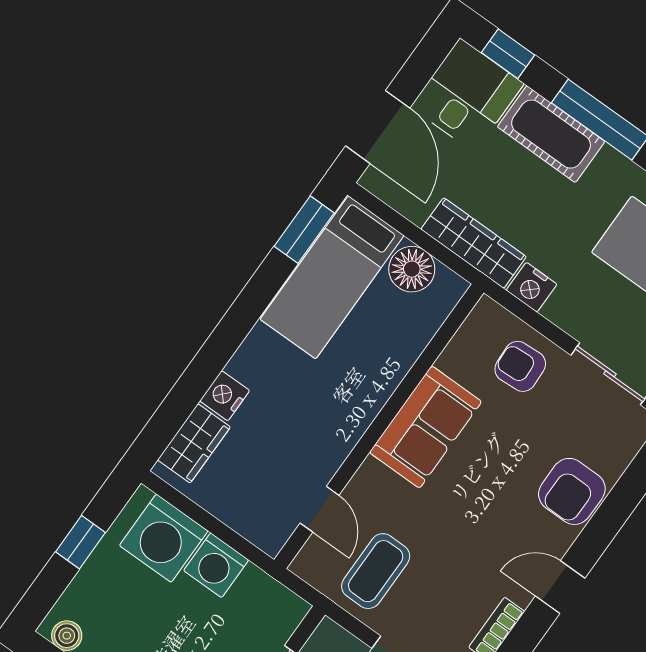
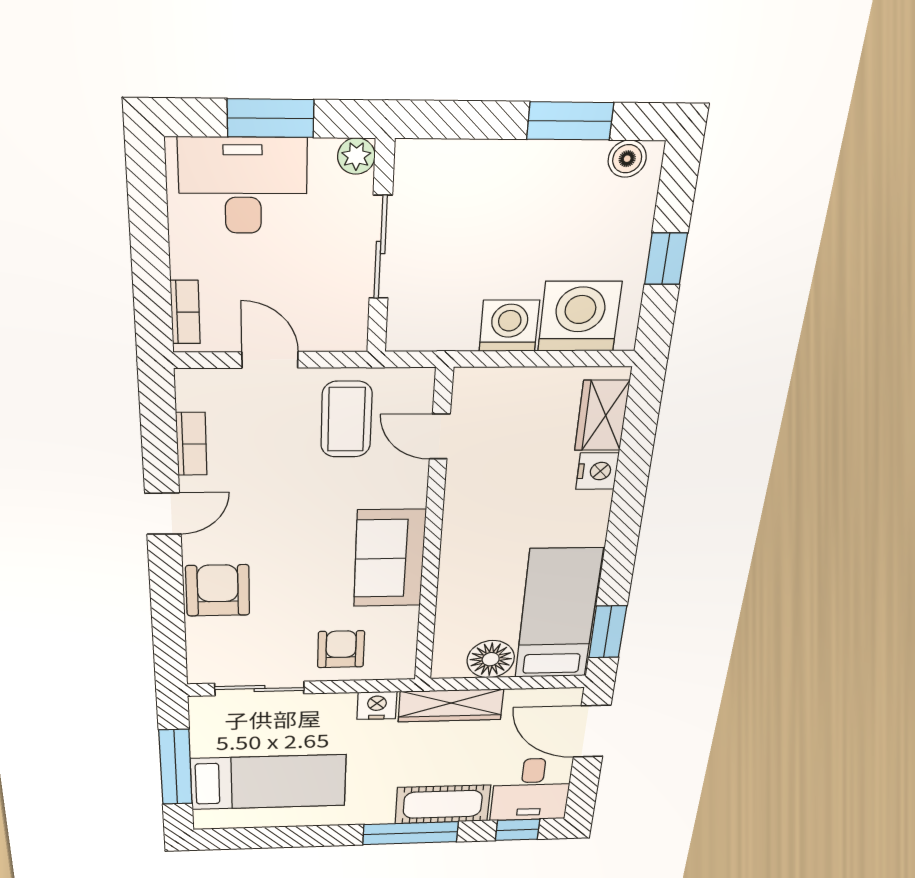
armchair: (520, 366) -> (341, 649), turned -87

